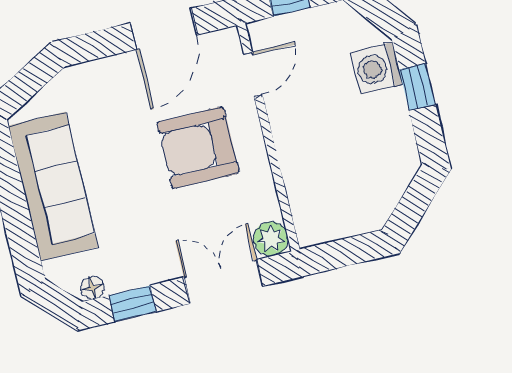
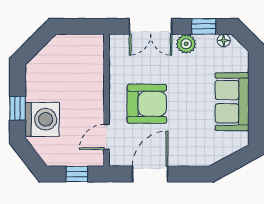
washing machine: (377, 68) -> (42, 119), width x1.37, depth x1.37
sofa: (53, 186) -> (232, 102), width x0.73
plant: (271, 239) -> (186, 44), moved

